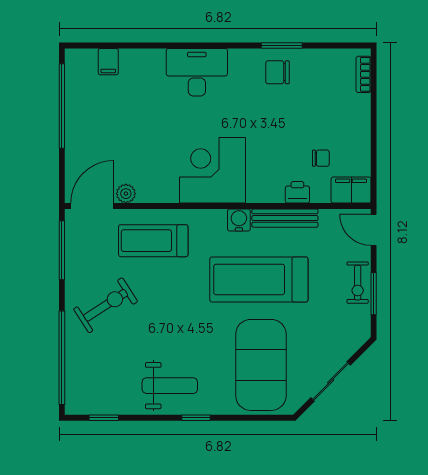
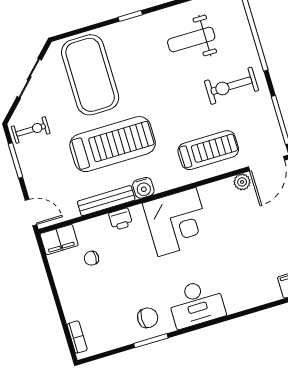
desk: (197, 72) -> (196, 303), moved
printer: (297, 192) -> (121, 219), moved
exercise bike: (358, 283) -> (31, 130), moved, turned 90
exercise bike: (106, 305) -> (231, 86), turned 33
weight bench: (170, 386) -> (191, 40), moved

